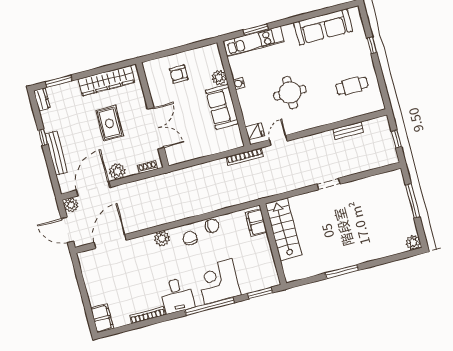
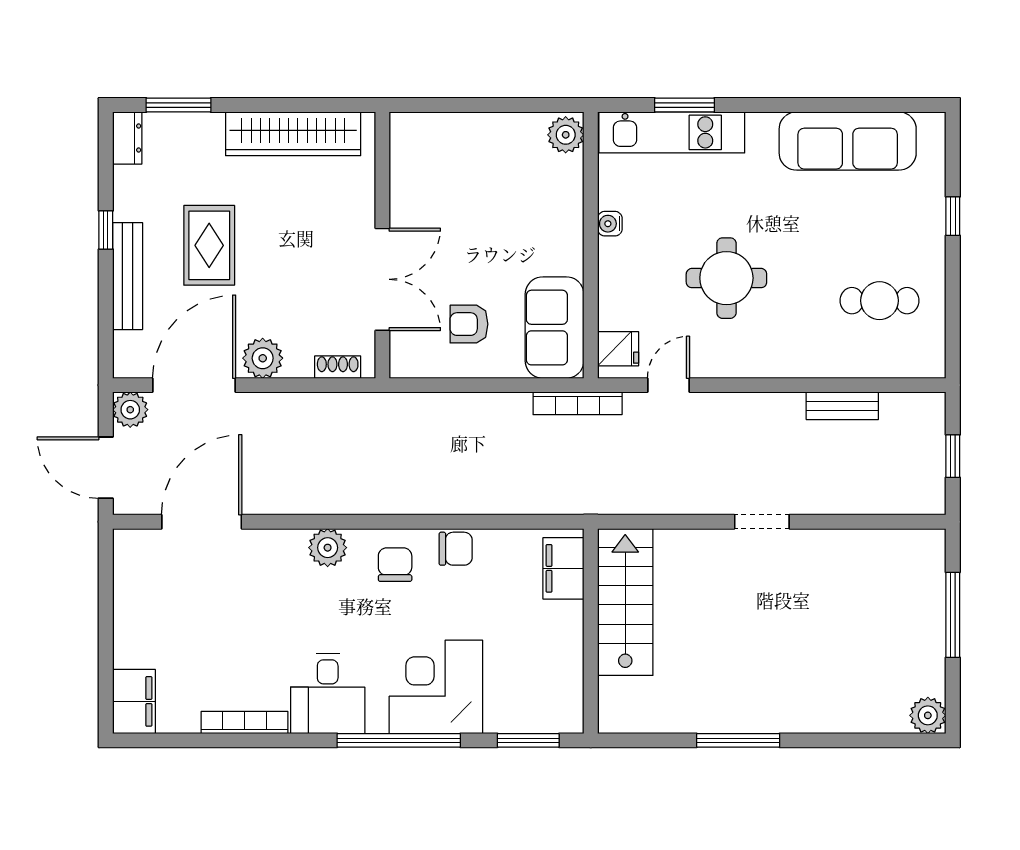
armchair: (179, 74) -> (469, 324), moved
plant: (219, 78) -> (566, 135), moved
sofa: (222, 107) -> (555, 328), moved
rug: (109, 123) -> (209, 245), moved

